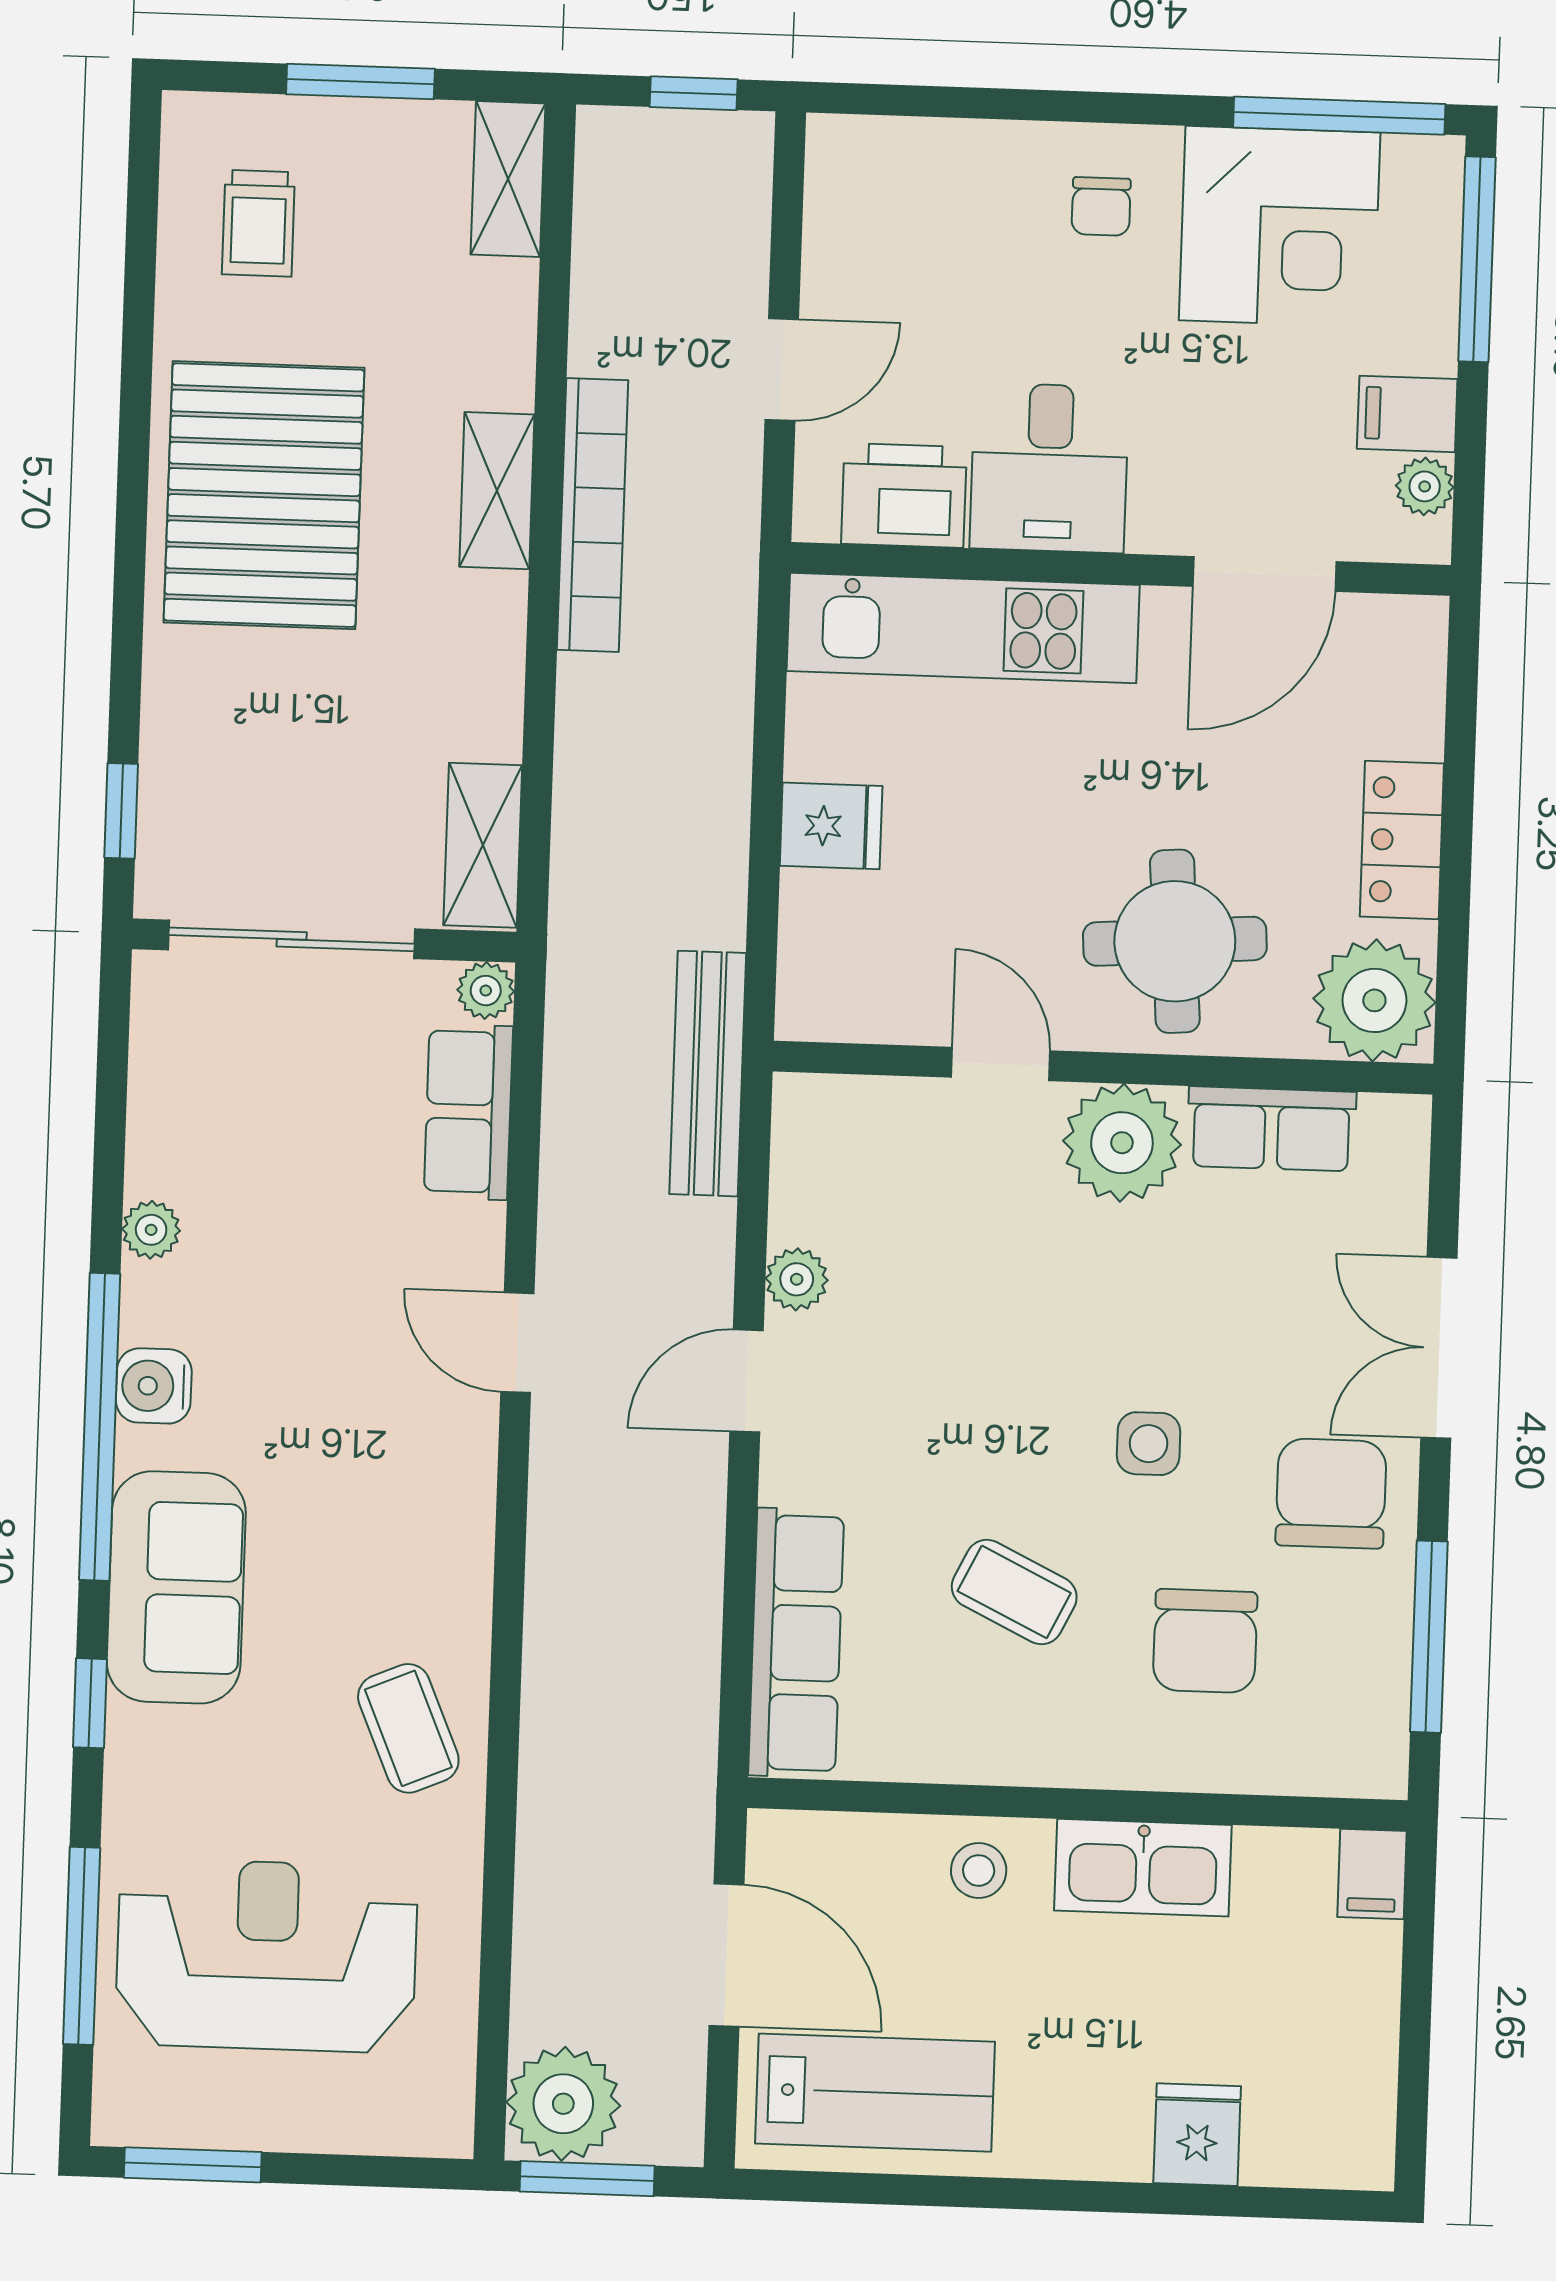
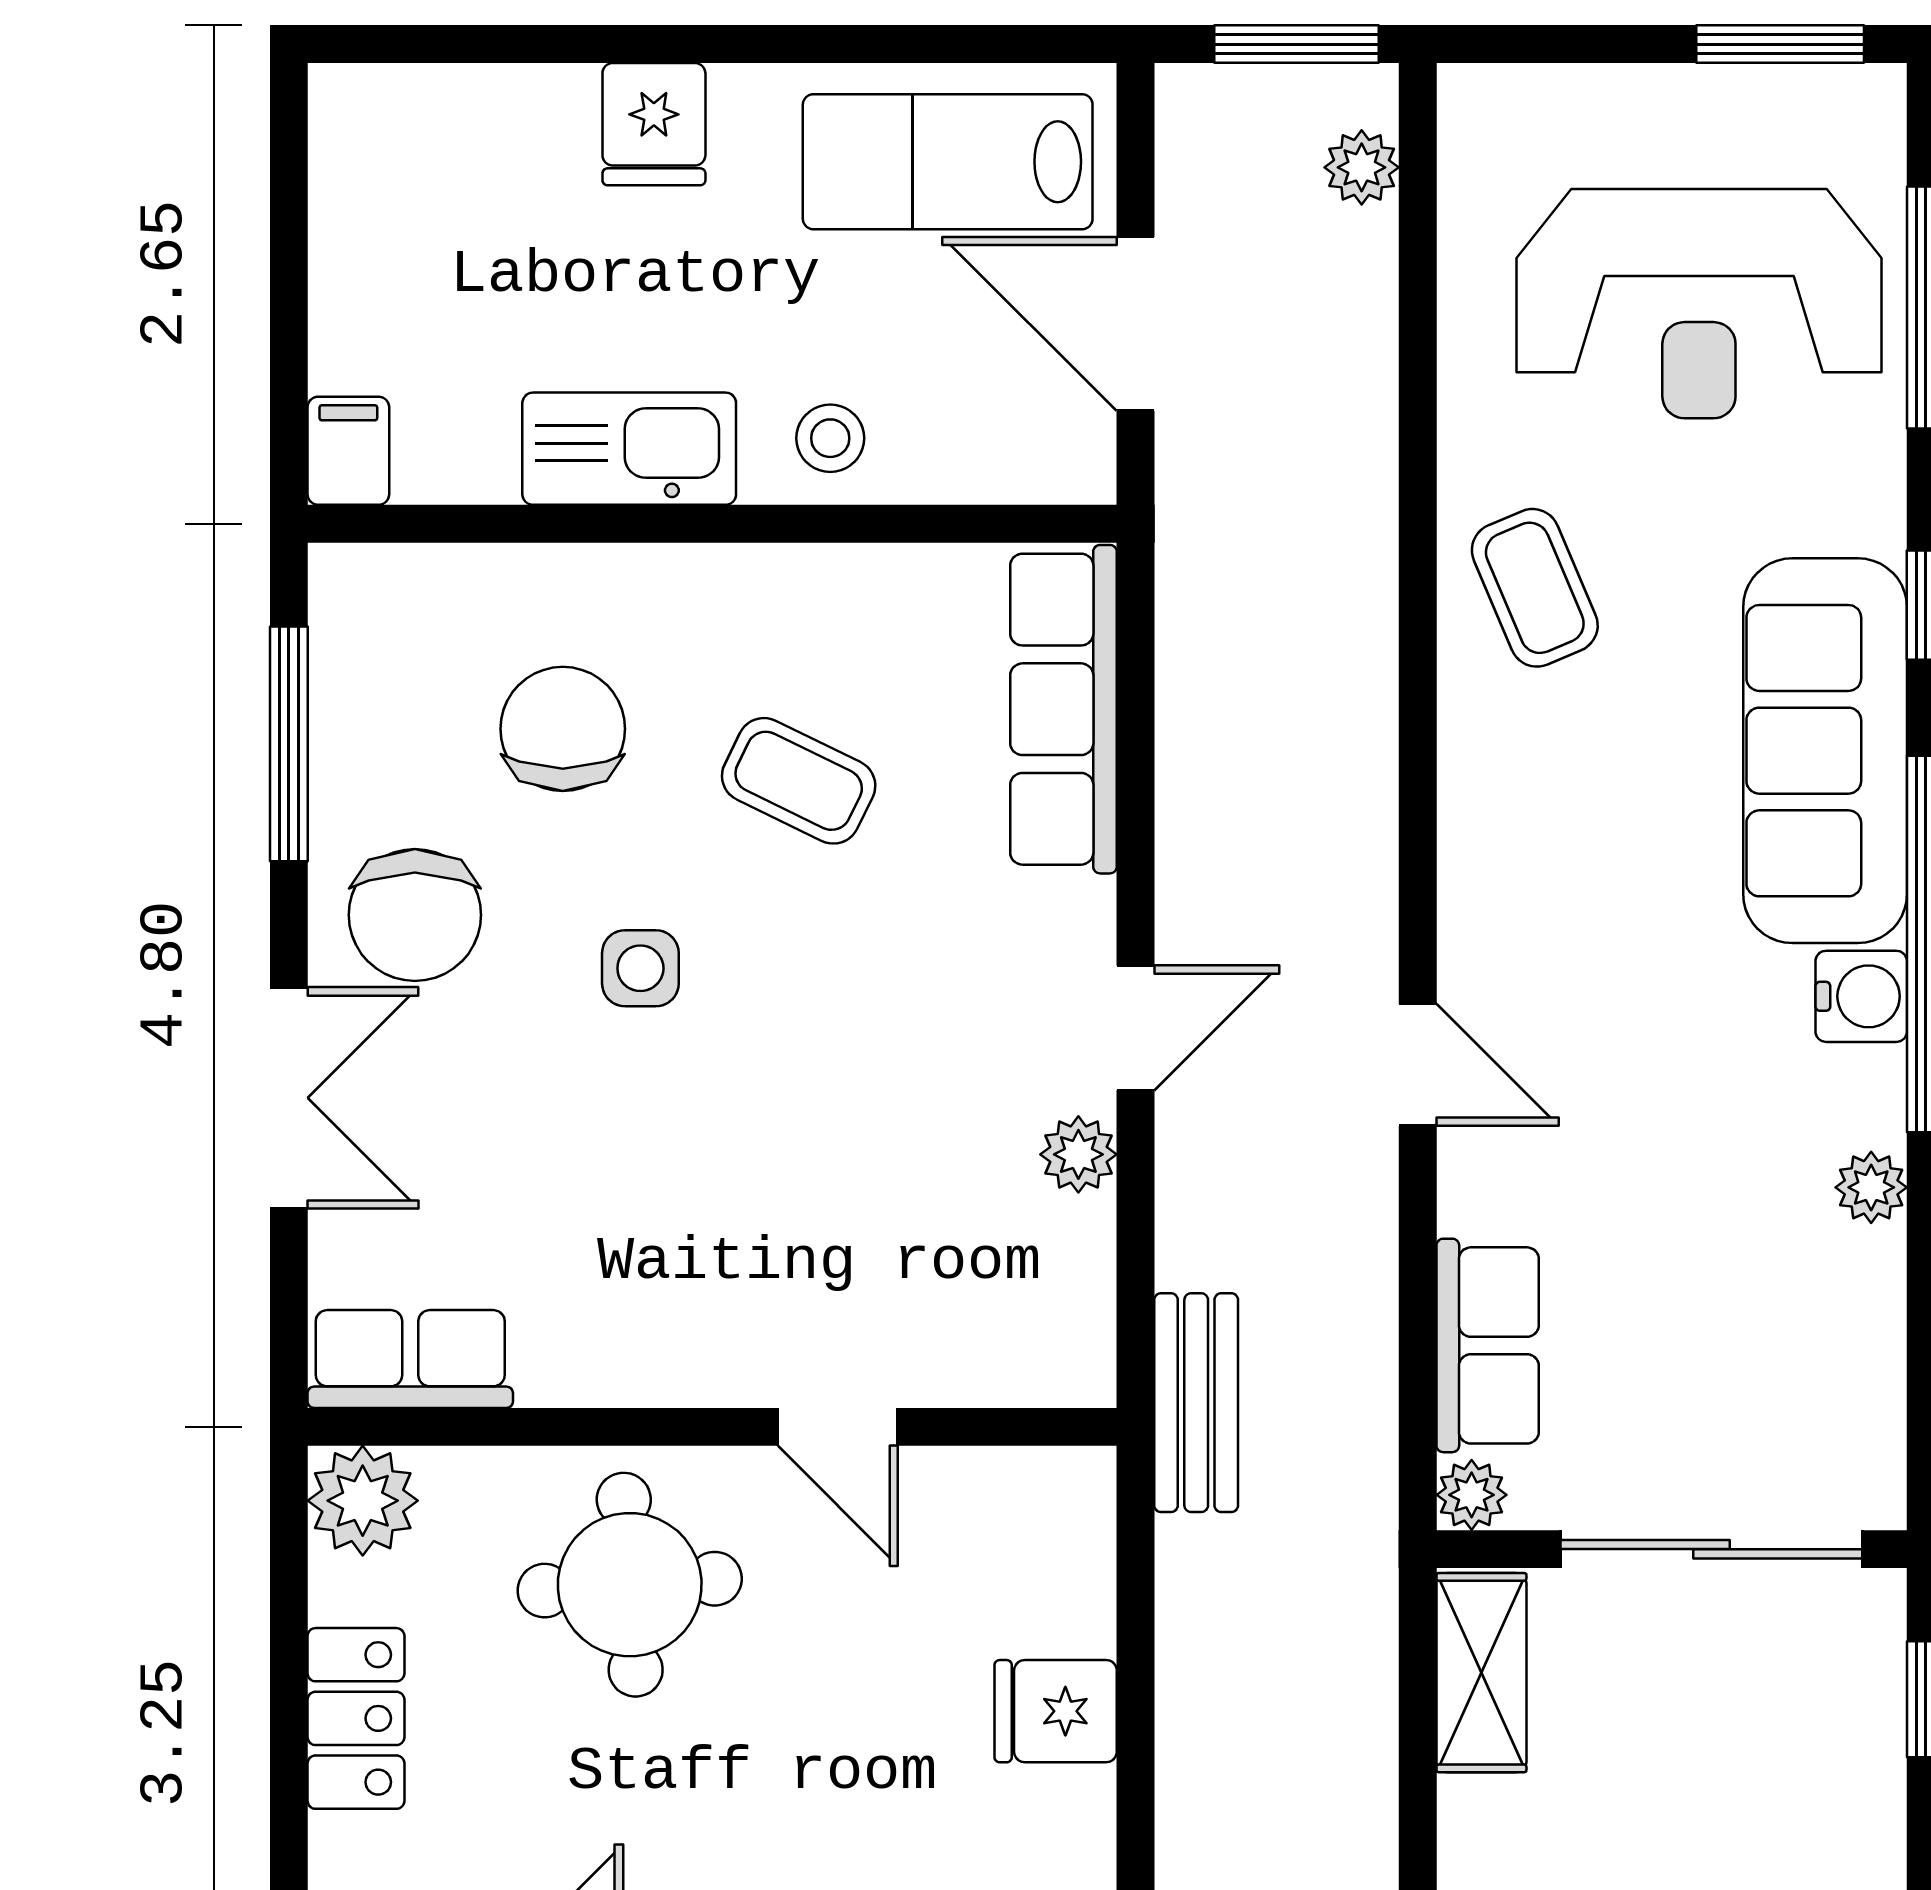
plant: (1374, 1000) -> (363, 1501), width x0.73, depth x0.73
bench: (708, 1074) -> (1196, 1403), width x0.73
row of seats: (1271, 1129) -> (410, 1359), moved
plant: (1122, 1143) -> (686, 1336), removed
sofa: (176, 1587) -> (1825, 751), width x1.36
plant: (563, 2104) -> (1362, 167), width x0.53, depth x0.53
fridge: (1197, 2135) -> (654, 124), moved

